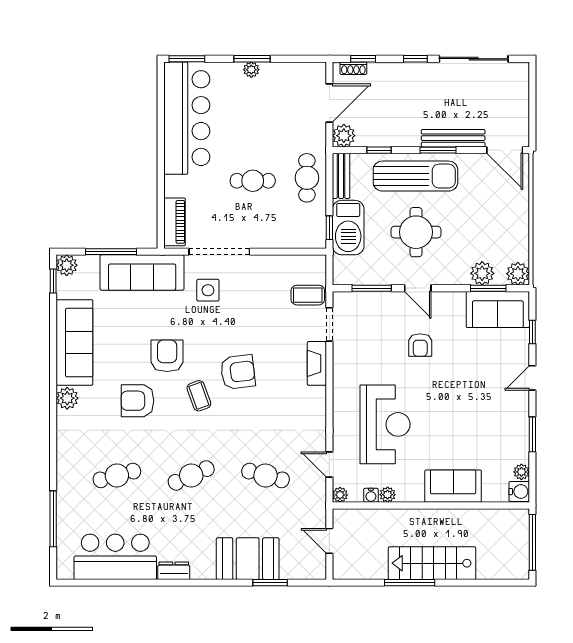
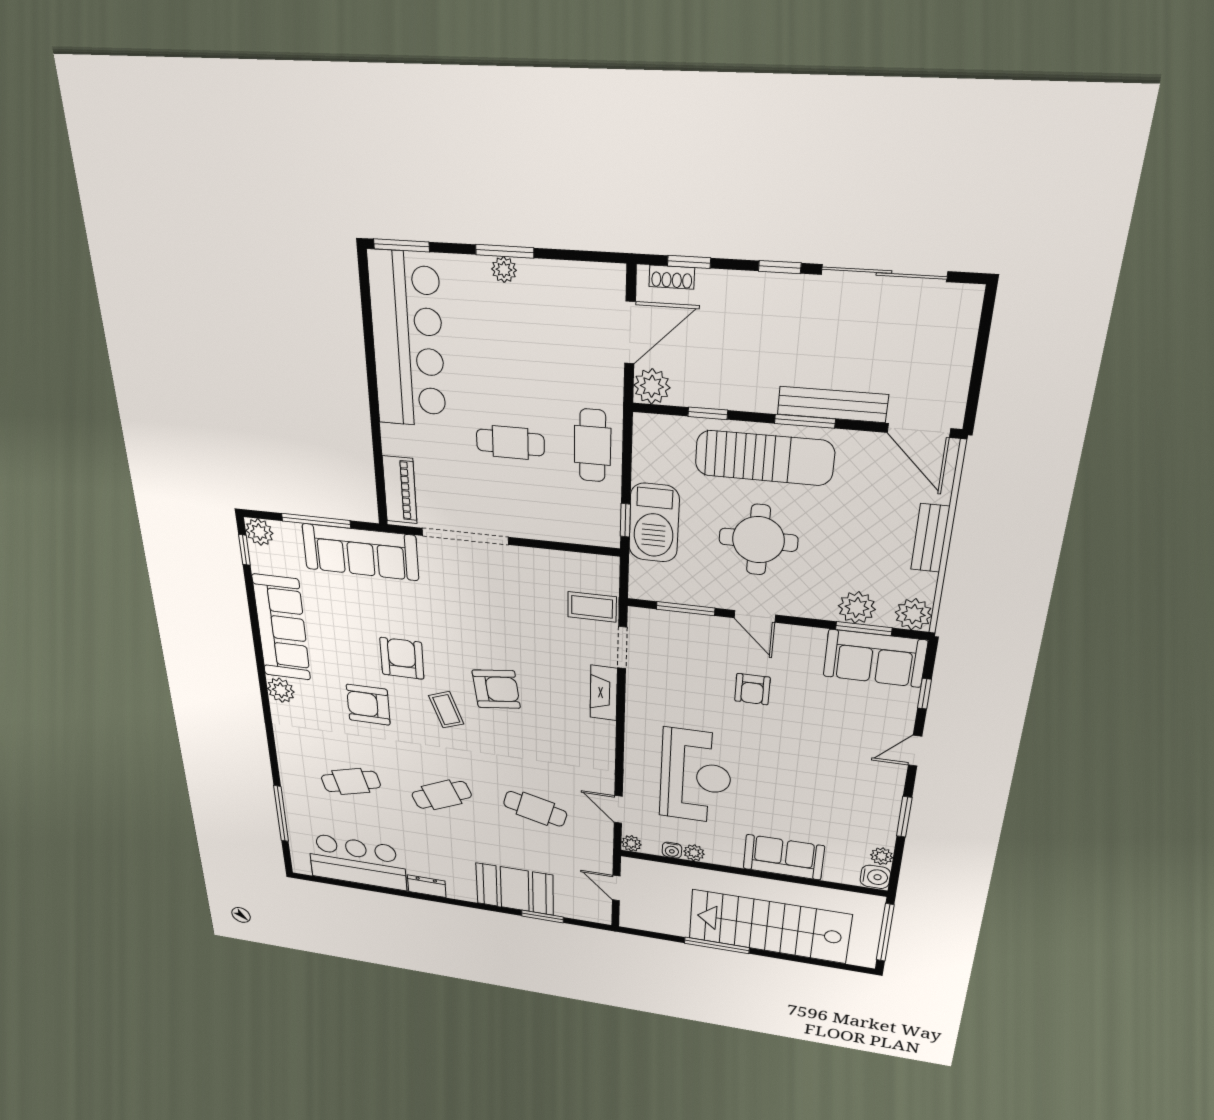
bench: (341, 176) -> (930, 538), moved
side table: (208, 290) -> (452, 585), removed
stairs: (432, 563) -> (769, 926), width x1.36, depth x1.51

